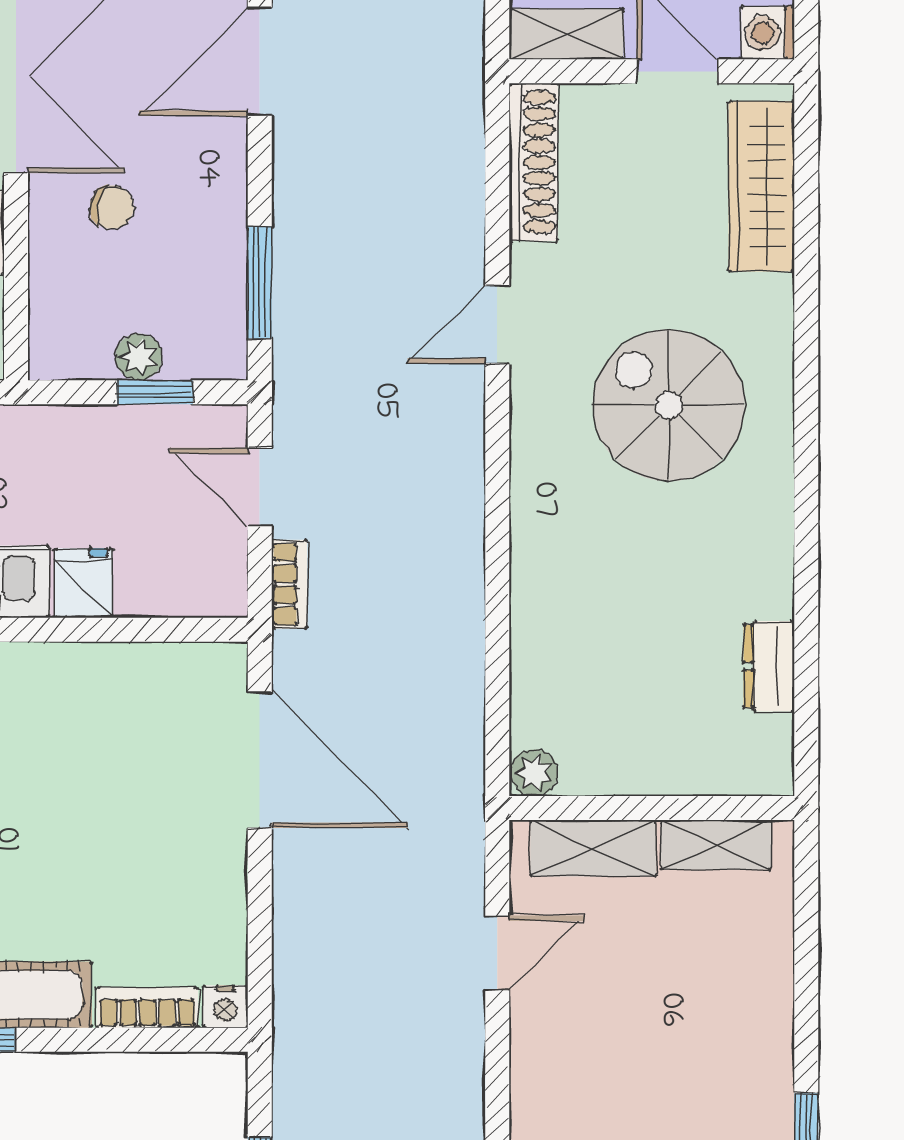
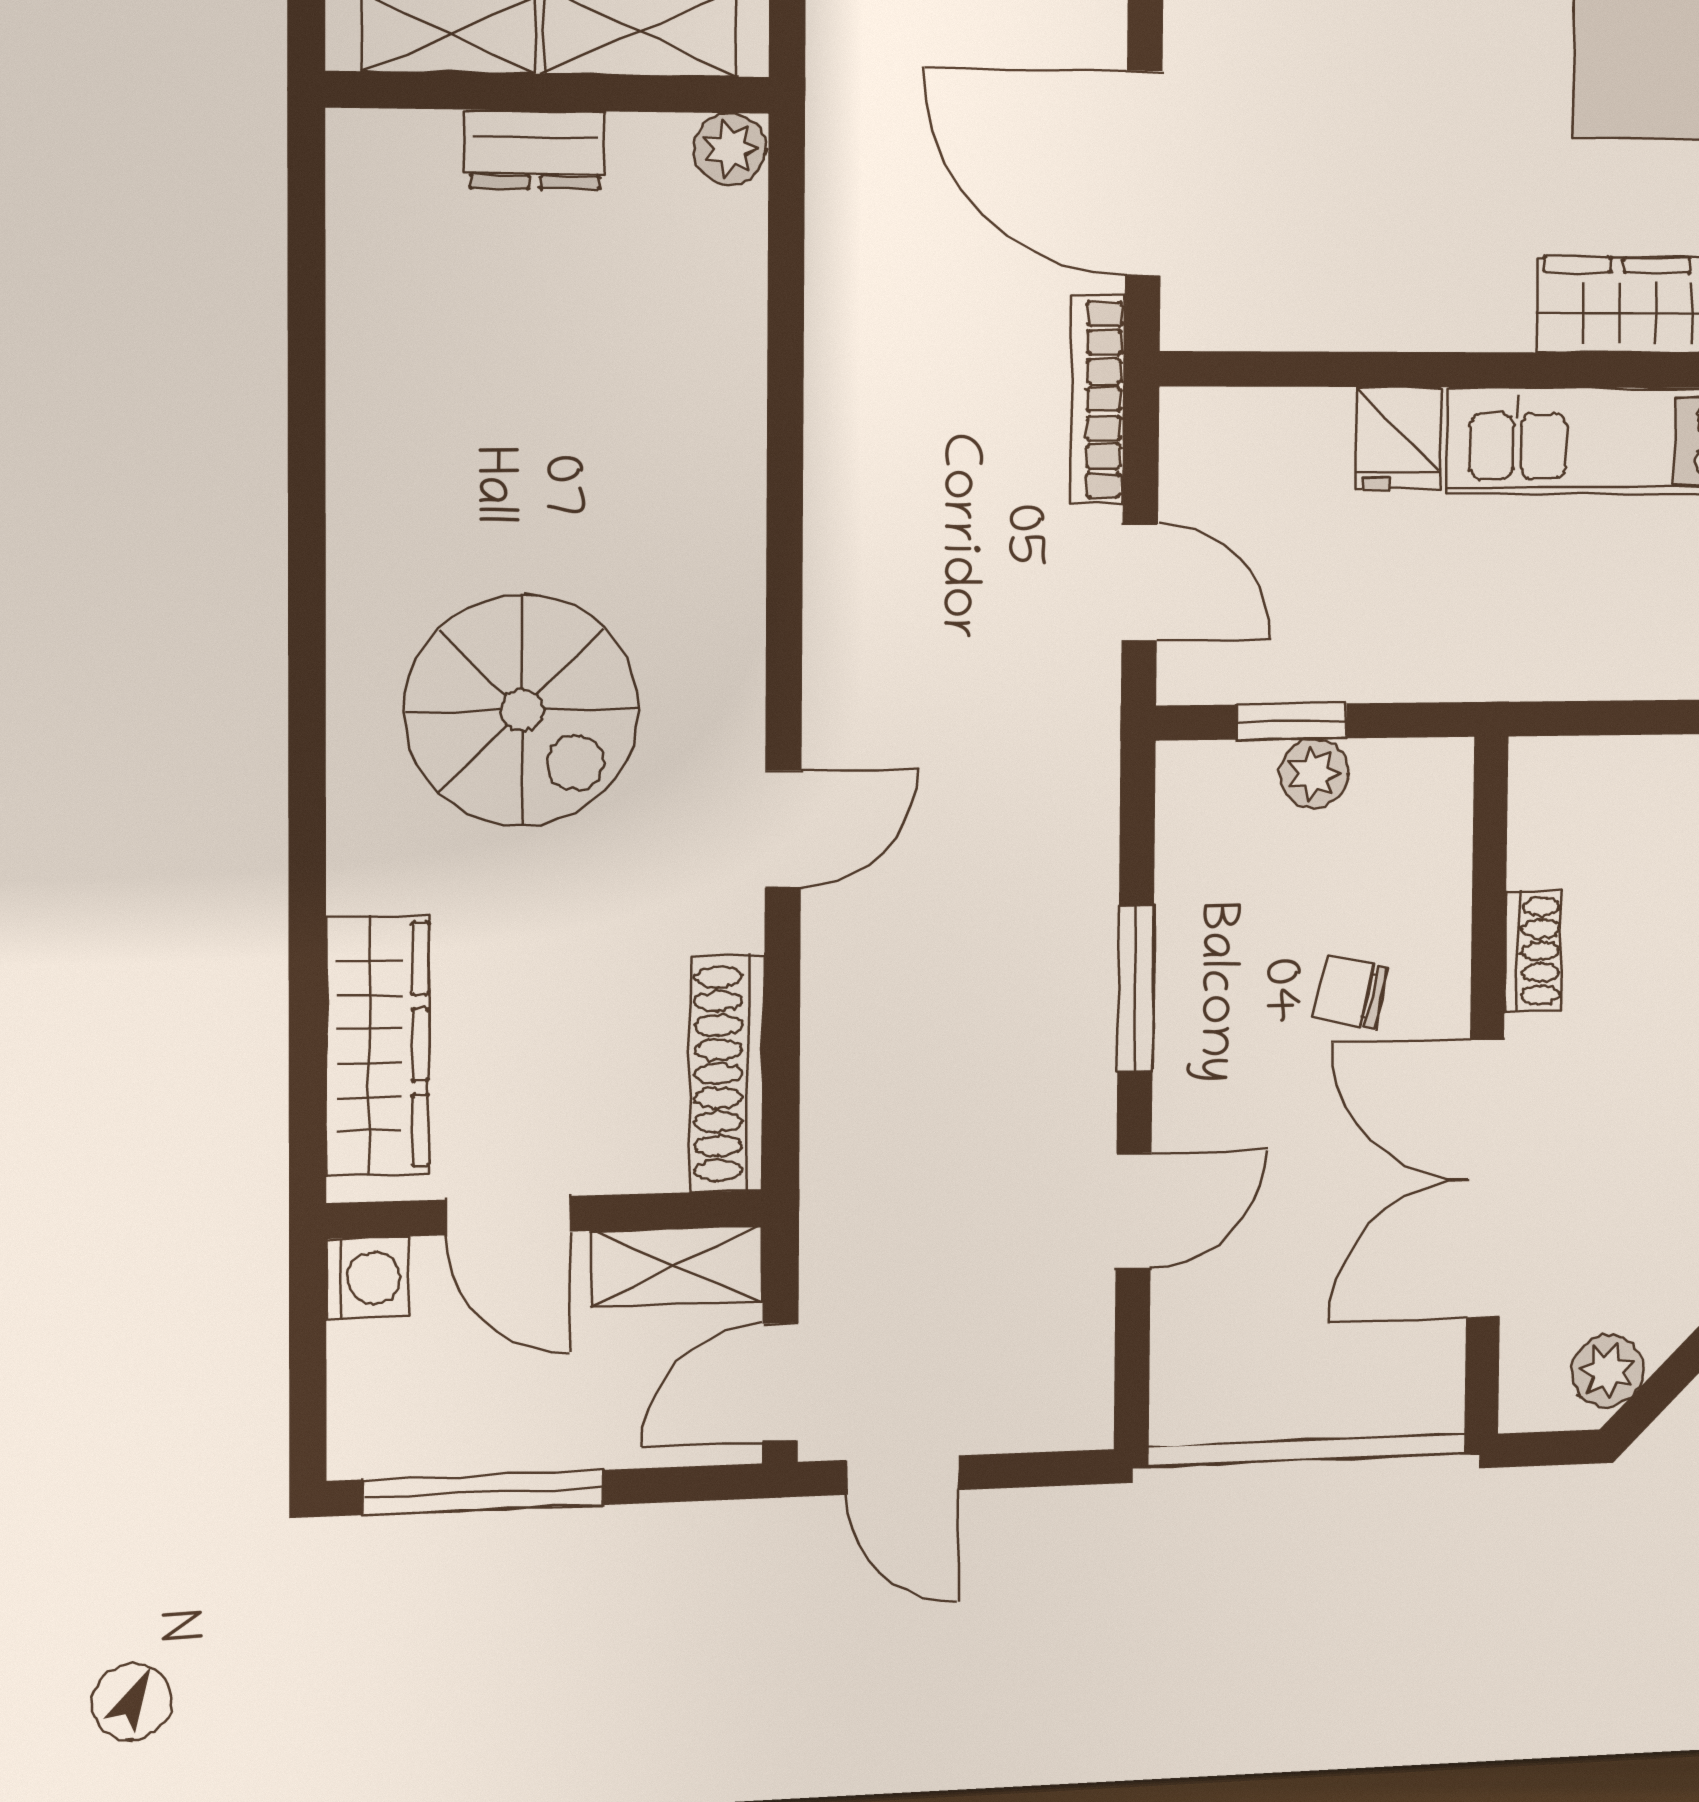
door: (260, 61) -> (1133, 1211), width x0.73
window: (260, 282) -> (1136, 989), moved
bookcase: (289, 584) -> (1098, 400), width x1.56
dresser: (769, 666) -> (535, 150), moved, turned 90

